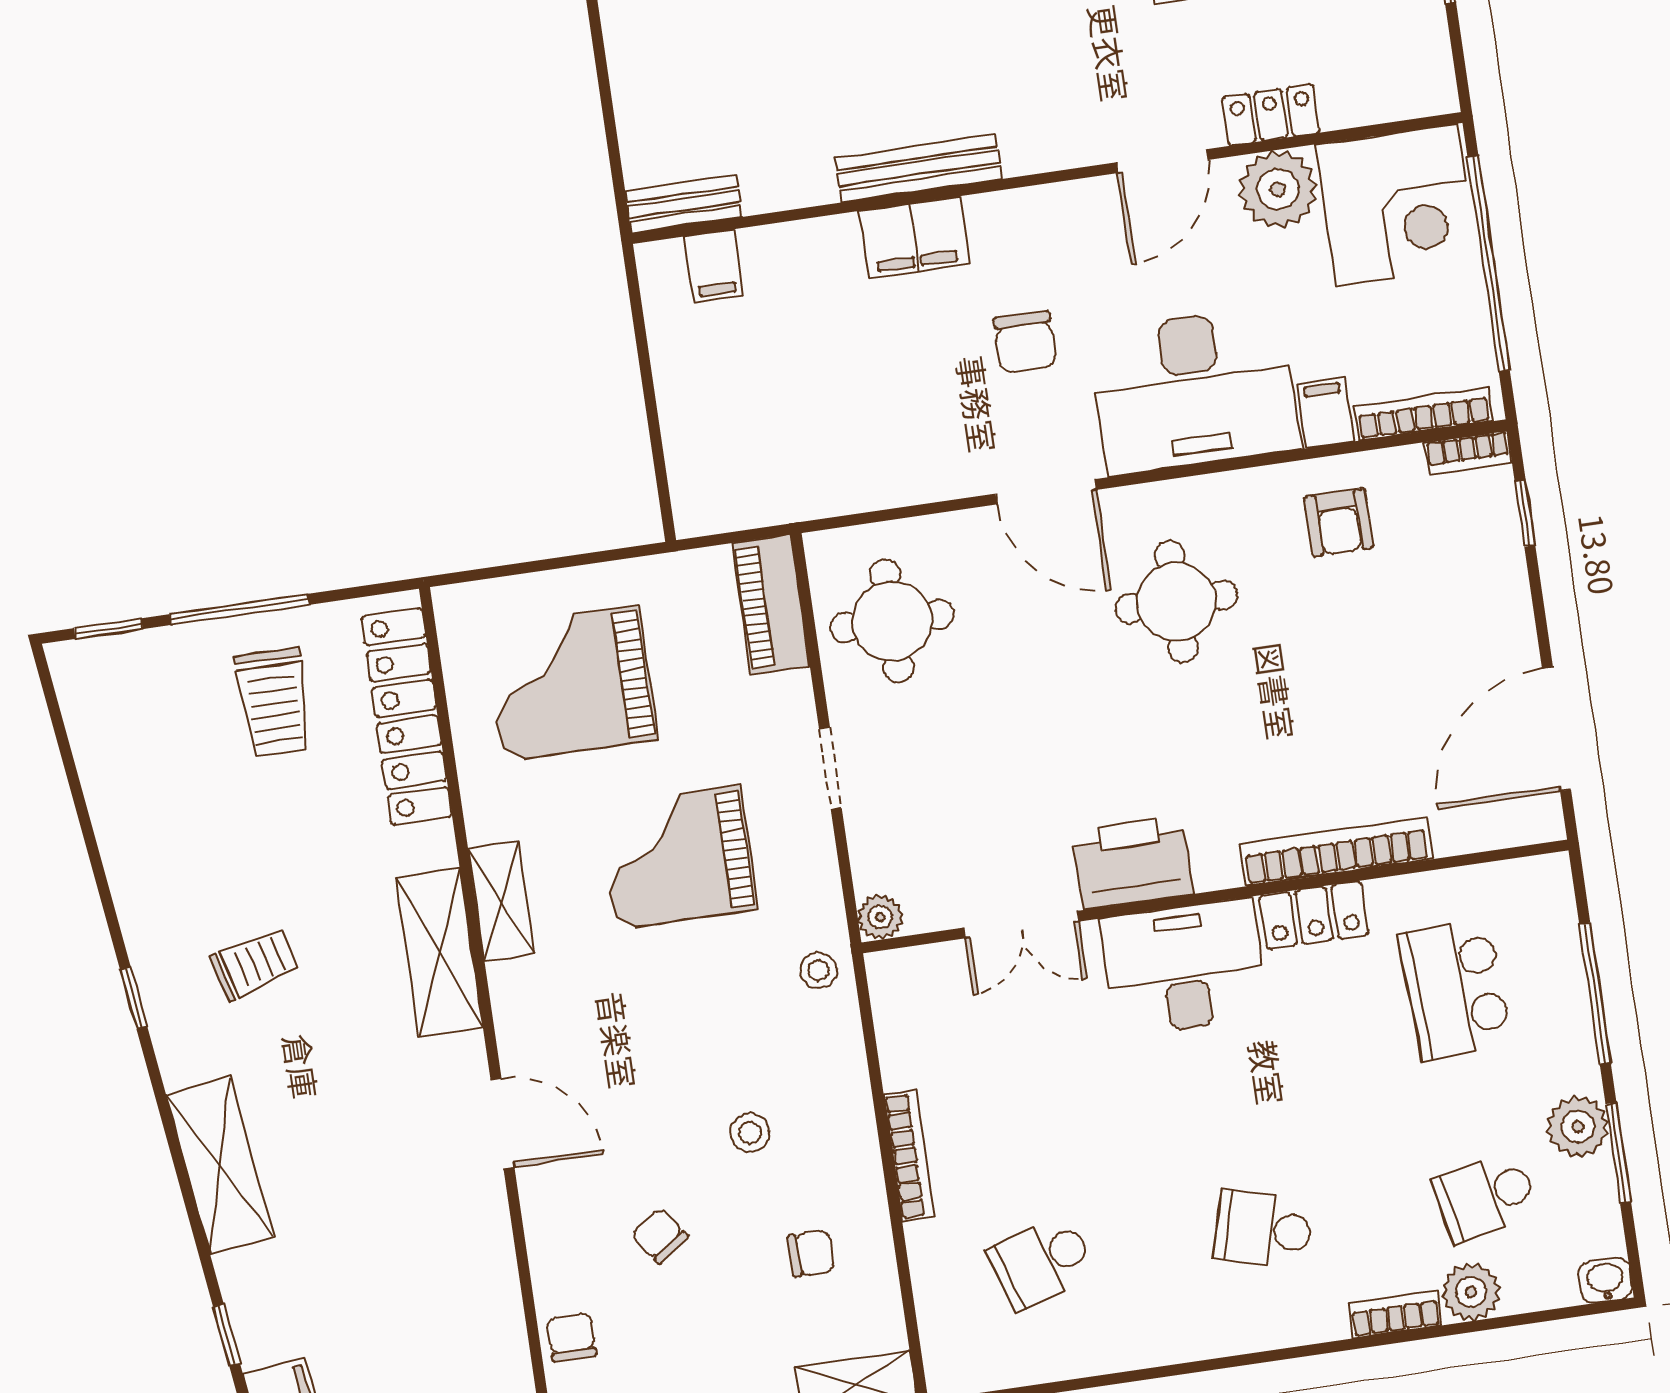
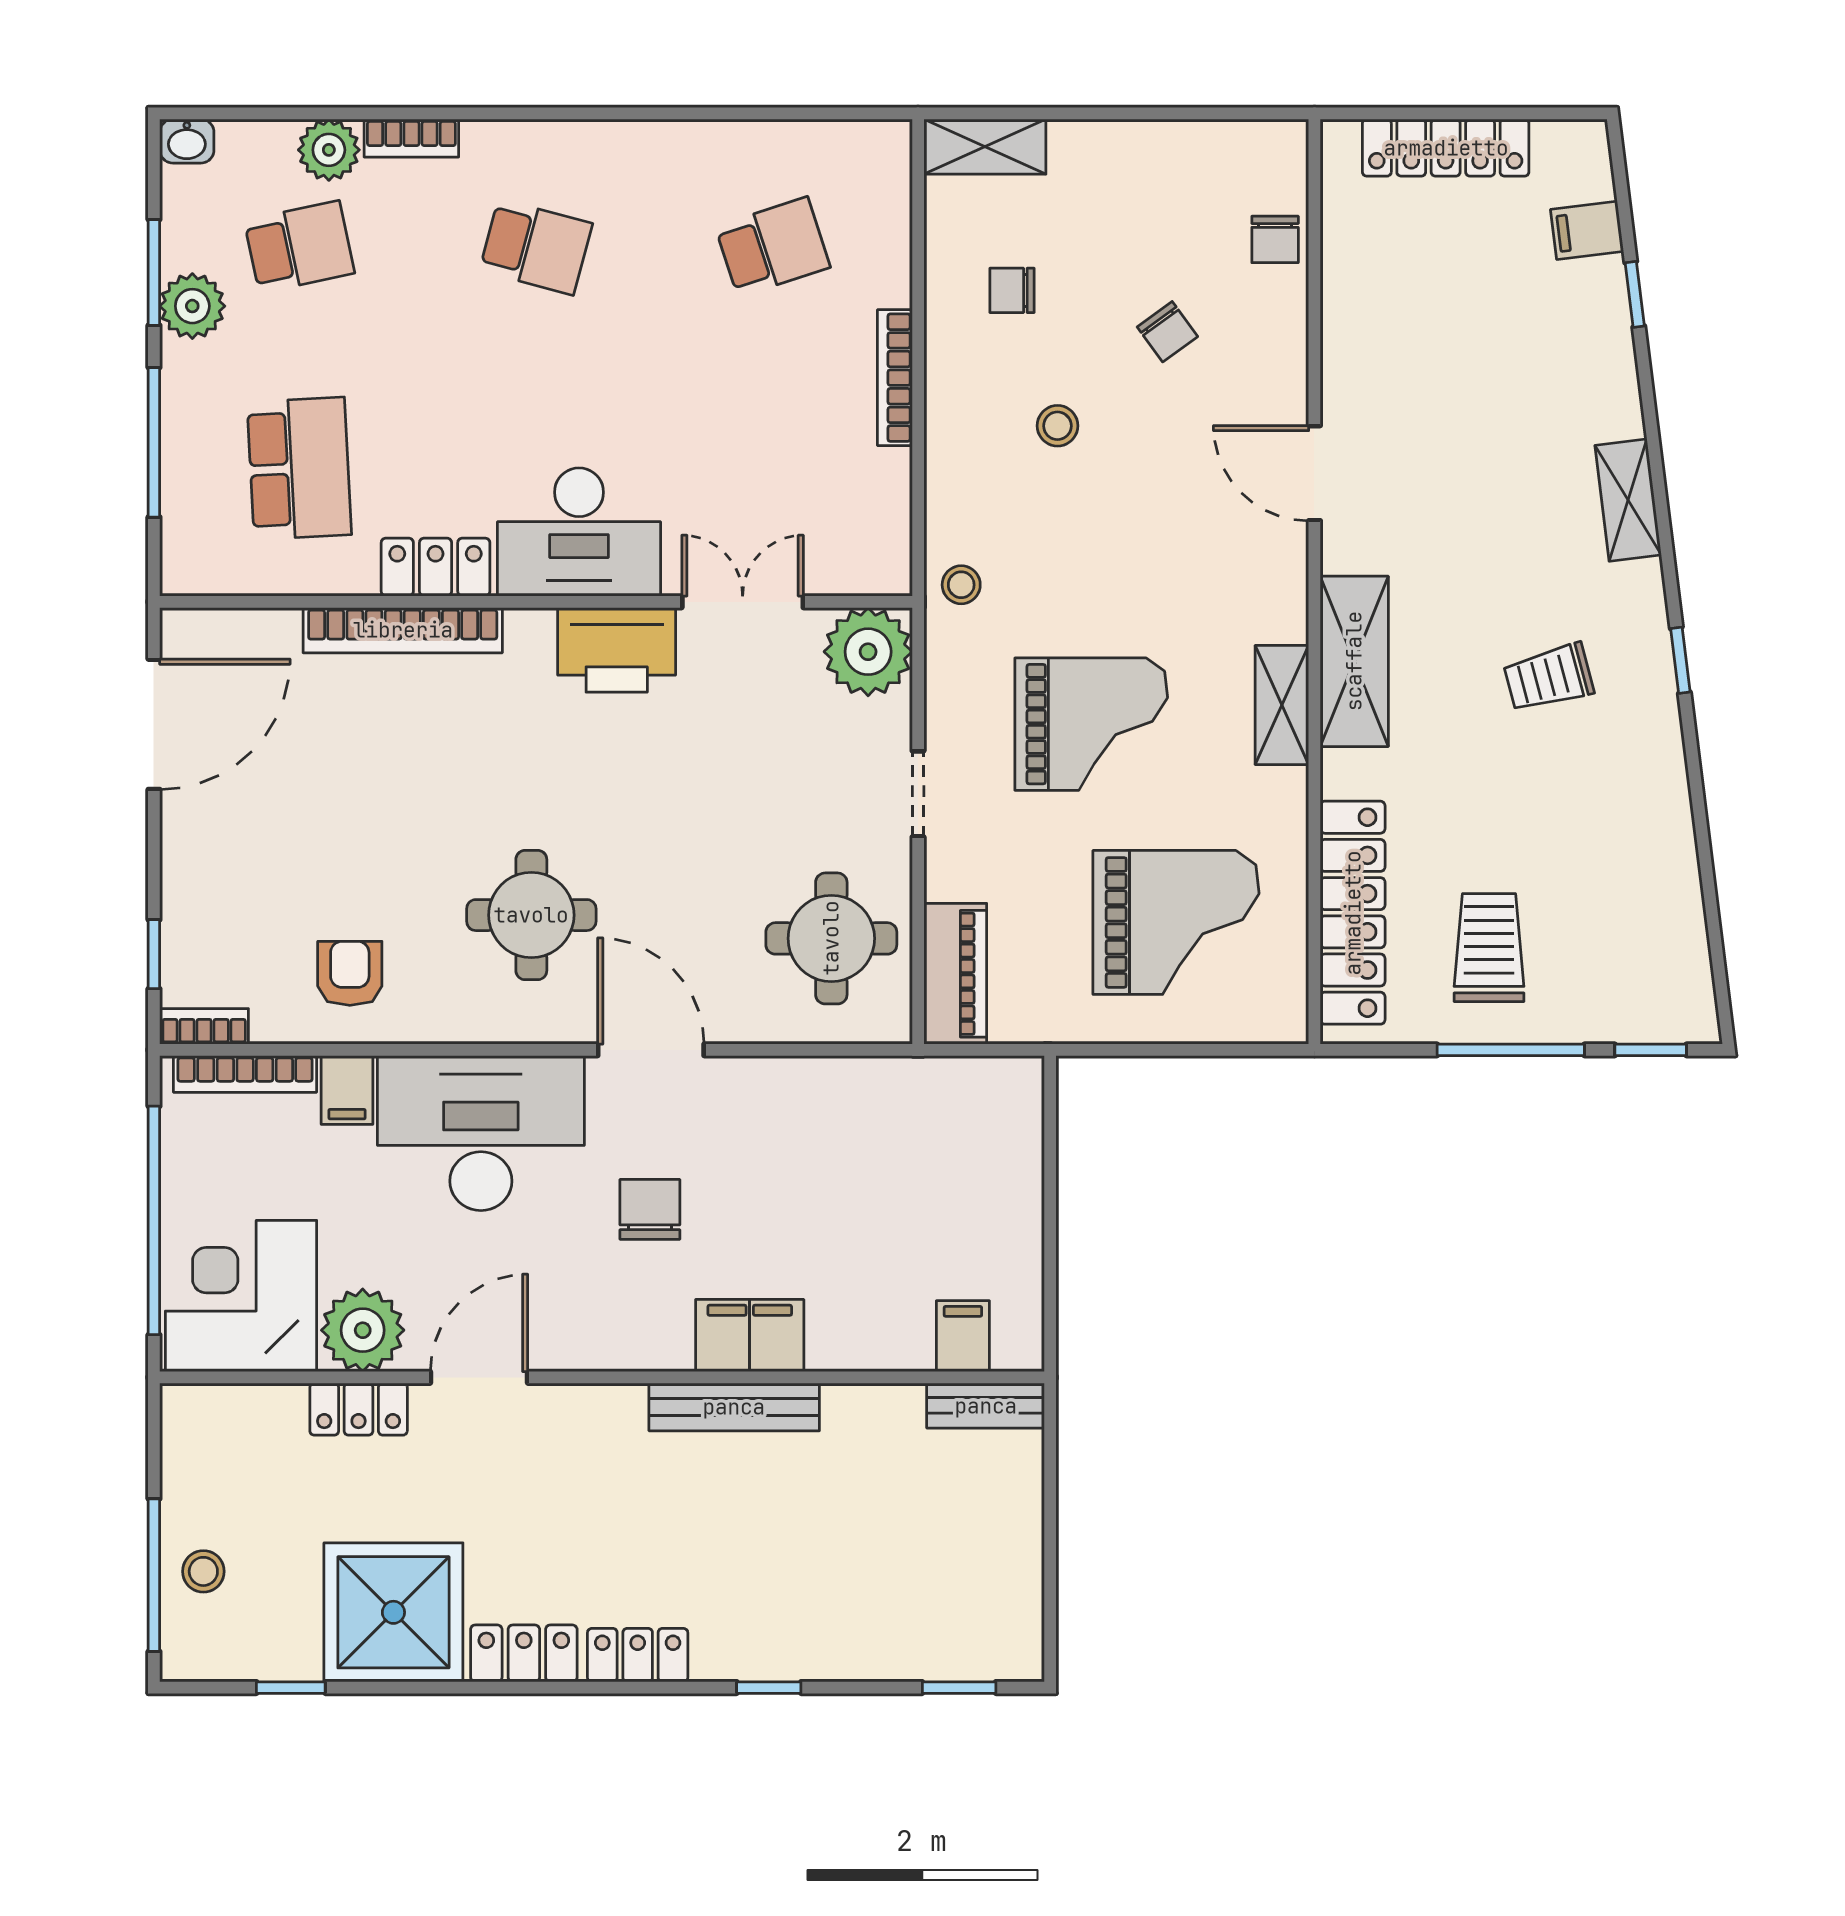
plant: (880, 917) -> (868, 652), width x1.87, depth x1.87
shelving: (220, 1166) -> (1628, 500), width x0.67, depth x0.75

